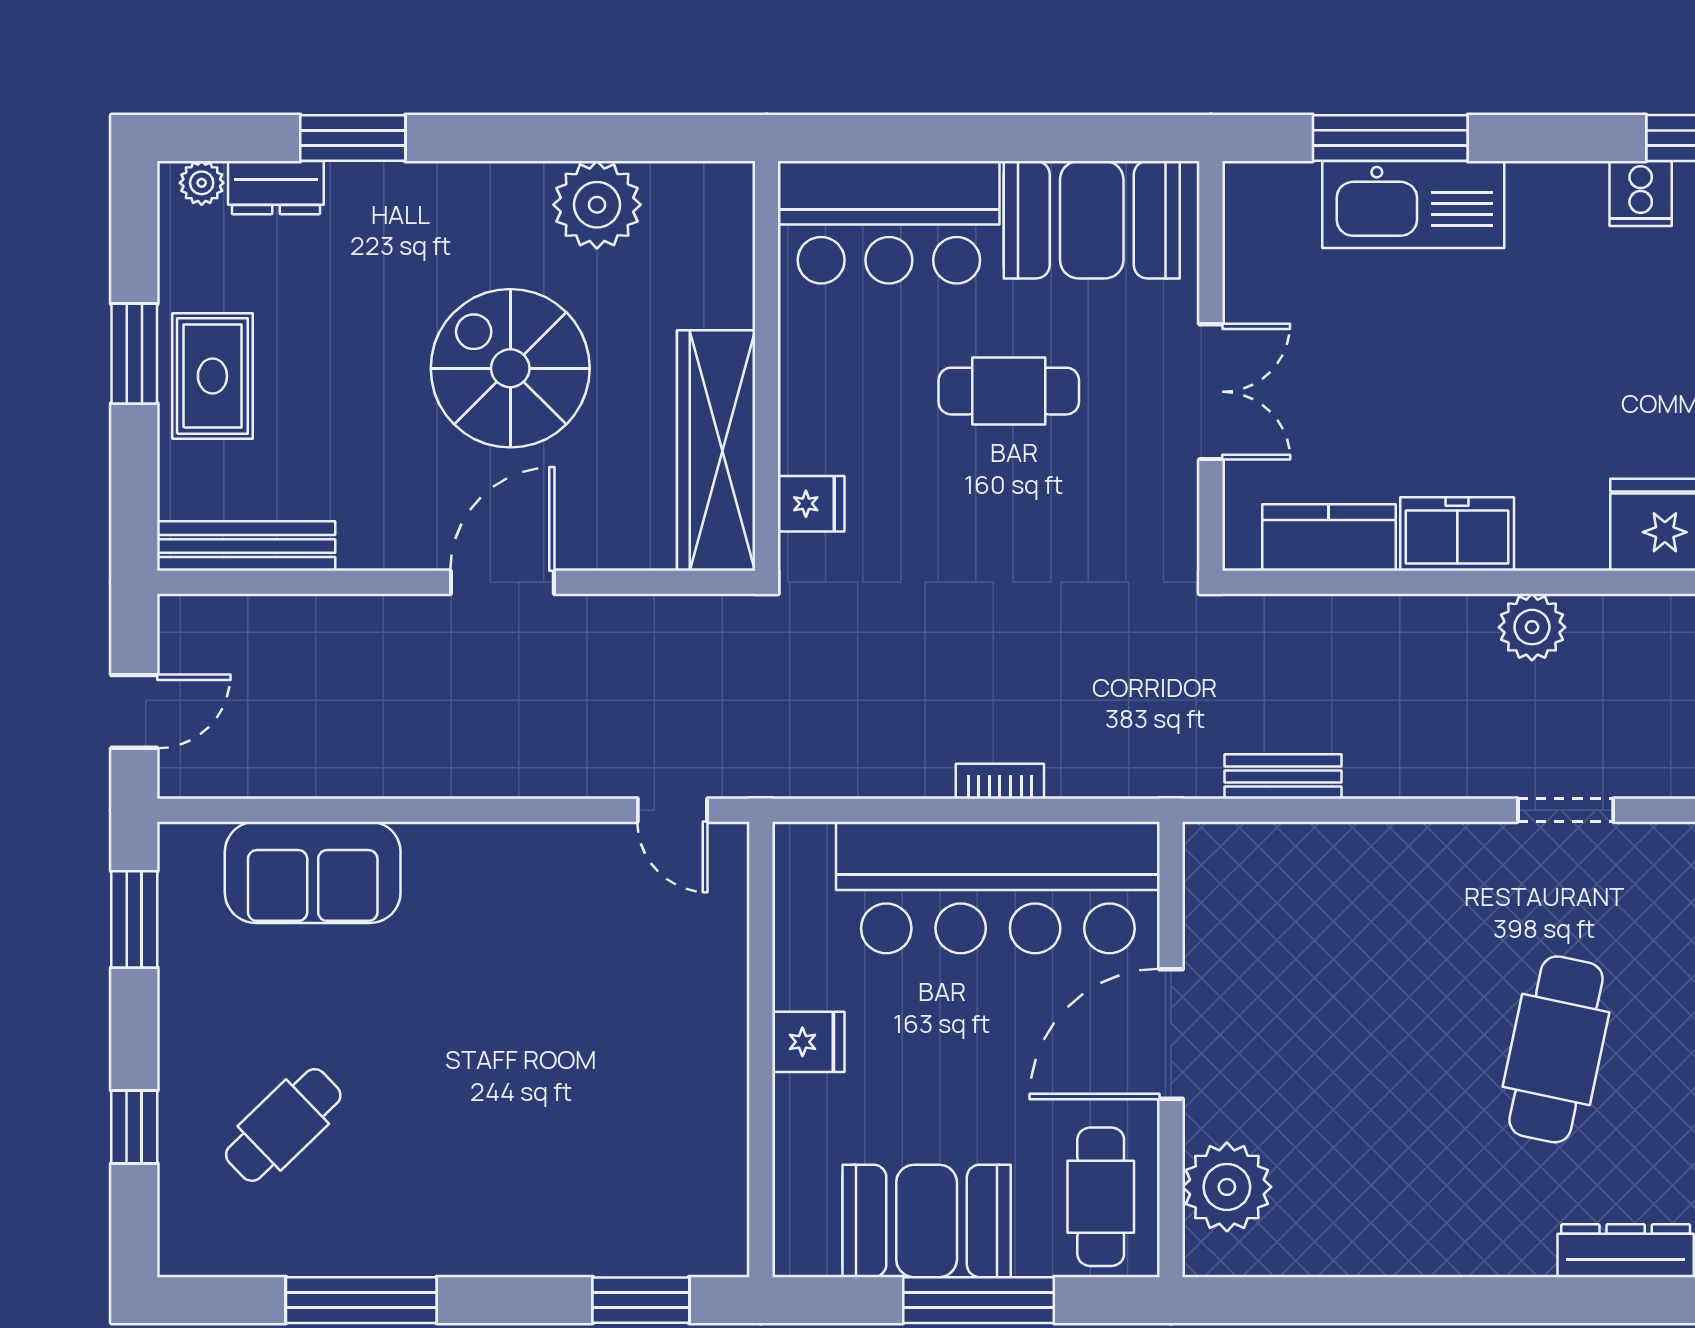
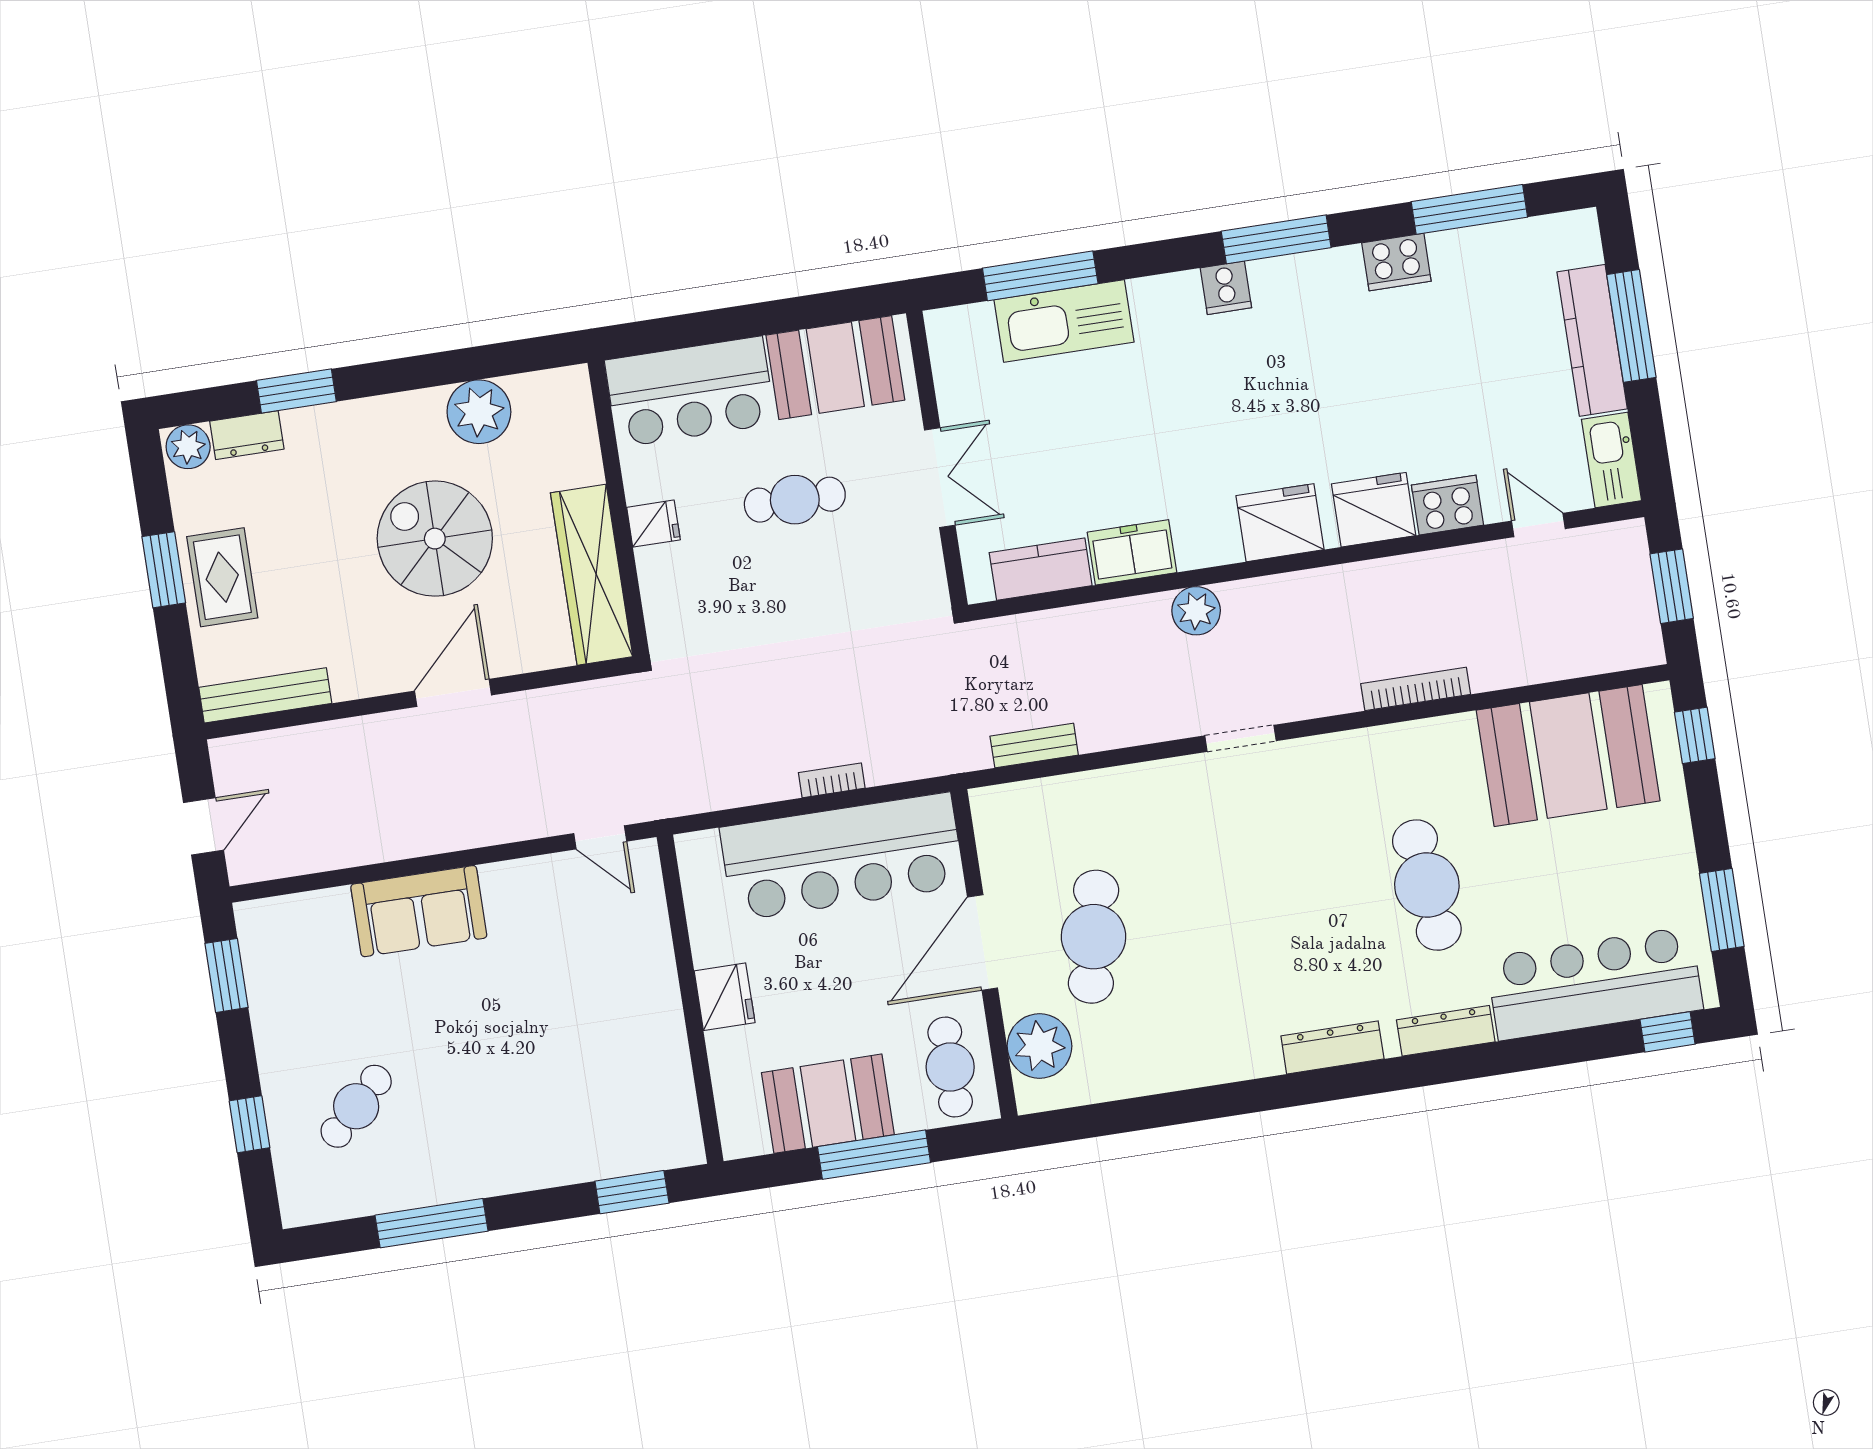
plant: (202, 183) -> (188, 447), width x1.38, depth x1.38
fridge: (811, 504) -> (653, 524), moved
sofa: (313, 872) -> (419, 911), moved
fridge: (808, 1042) -> (725, 997), width x1.38
cafe table: (1556, 1049) -> (1093, 937), moved

